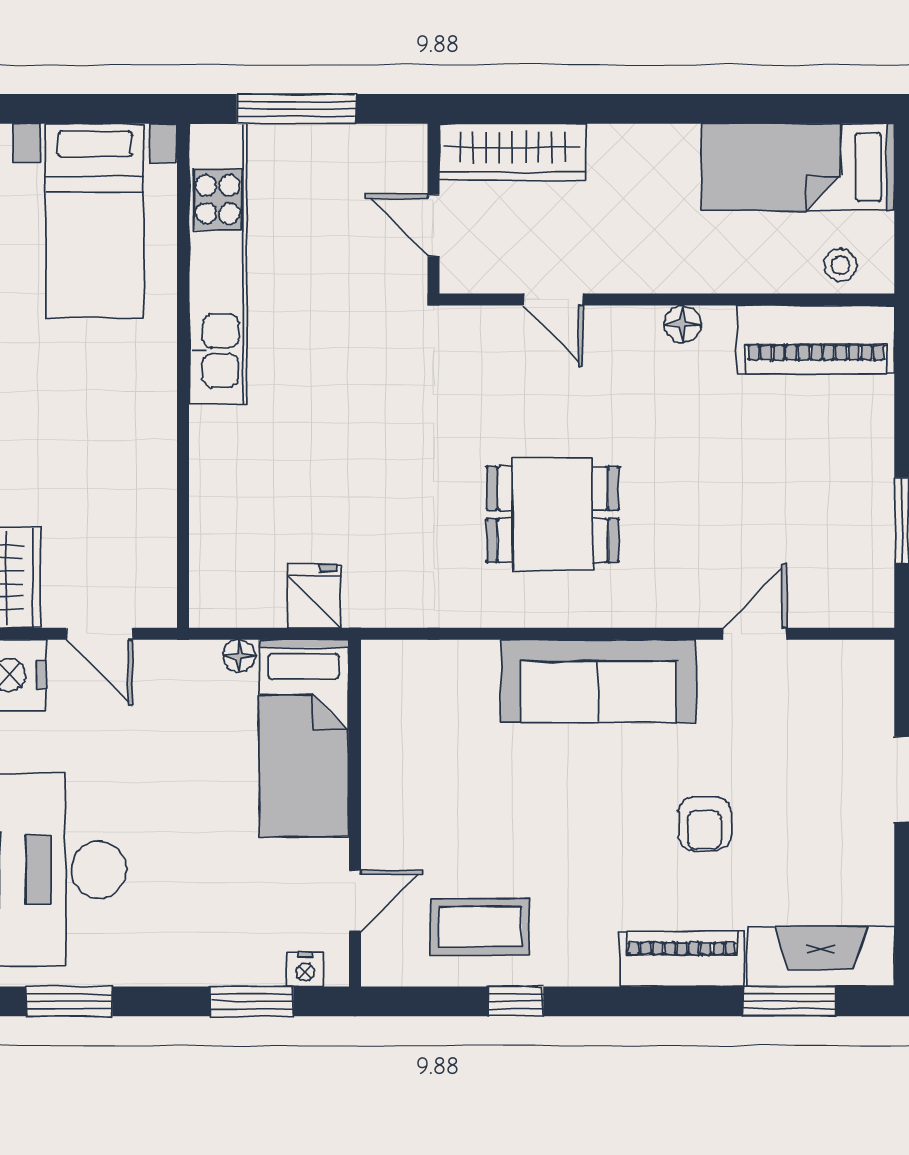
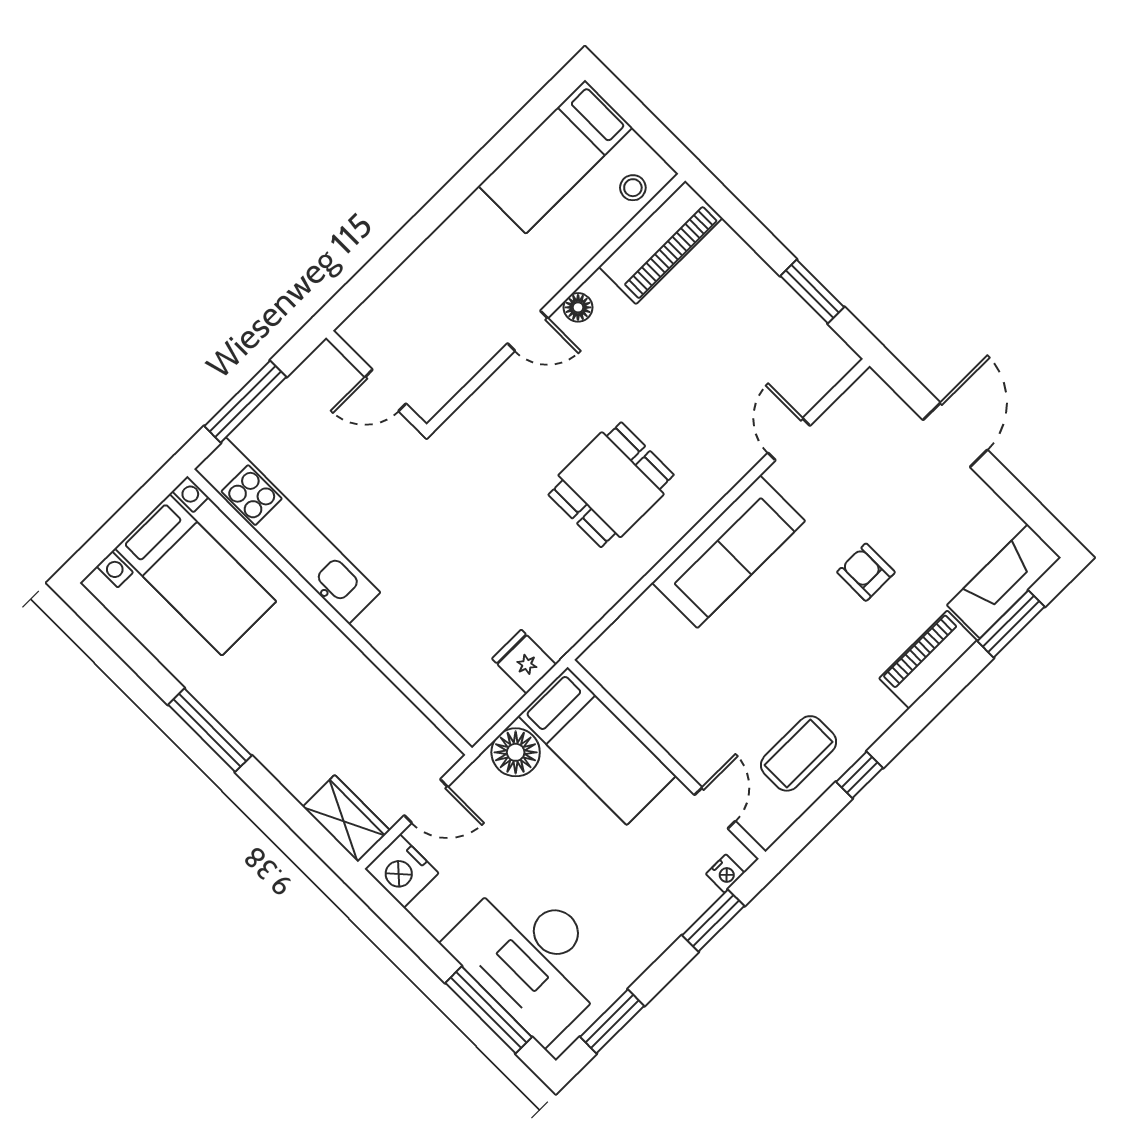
wardrobe: (512, 152) -> (389, 306), removed
door: (553, 300) -> (528, 331), moved
floor lamp: (239, 656) -> (516, 752), width x1.89, depth x1.89
armchair: (704, 824) -> (866, 572), turned 180

